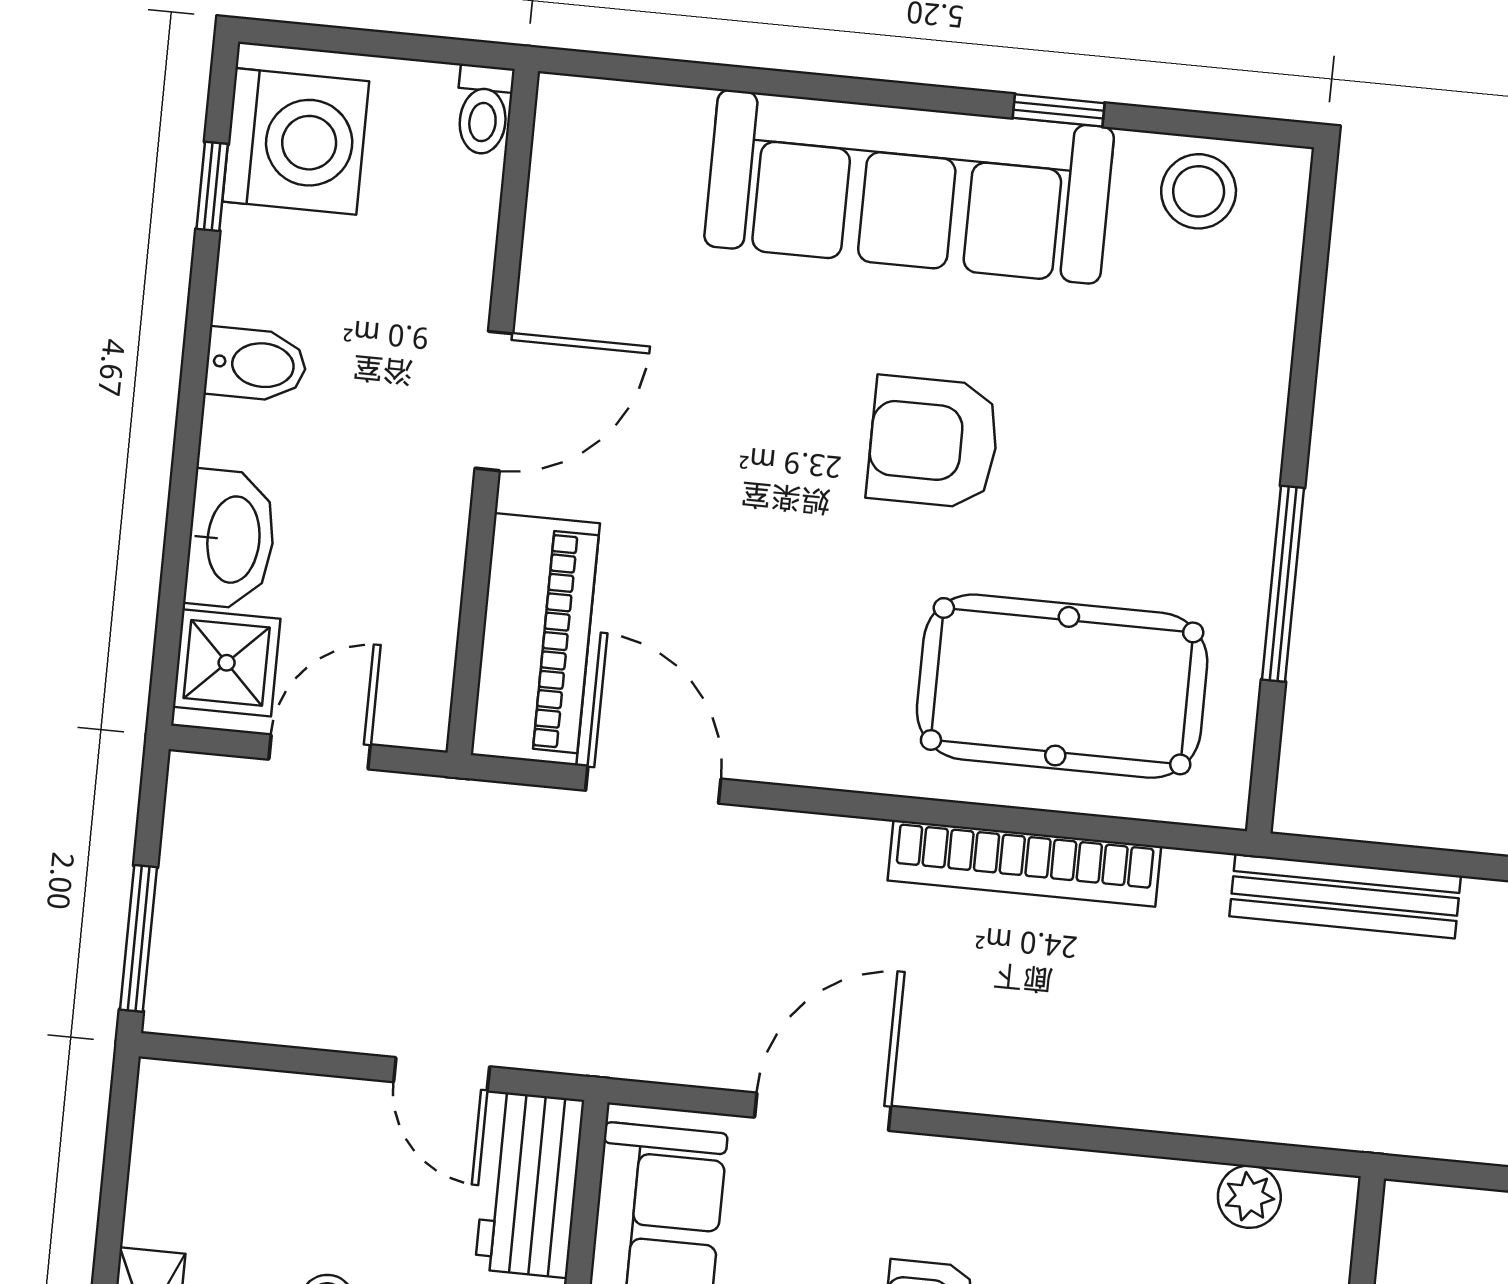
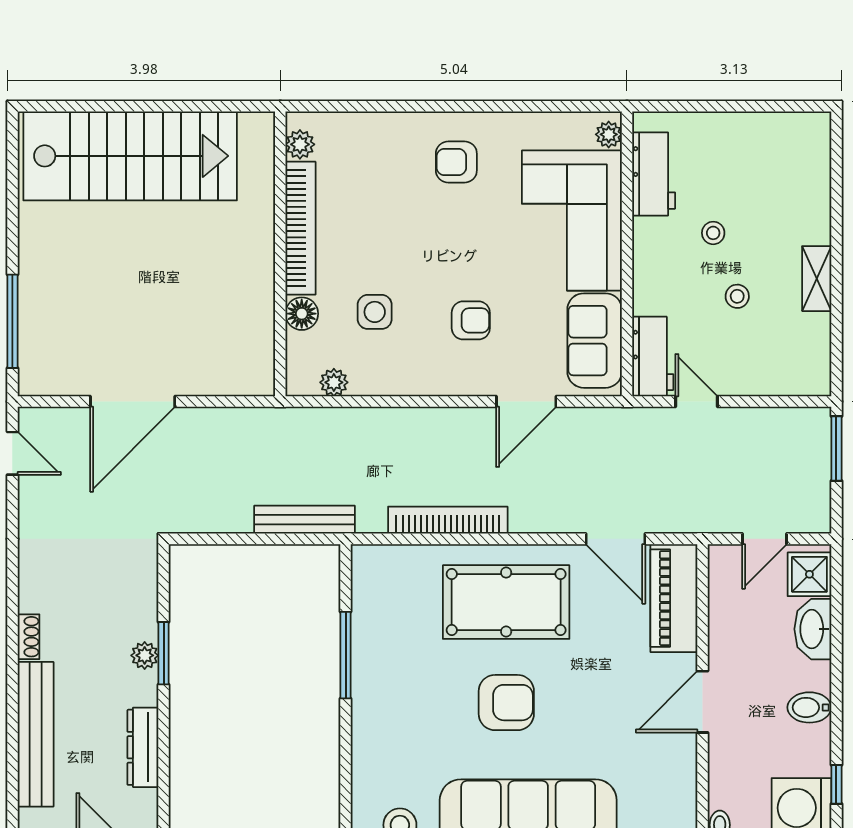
pool table: (1062, 686) -> (506, 602), moved

